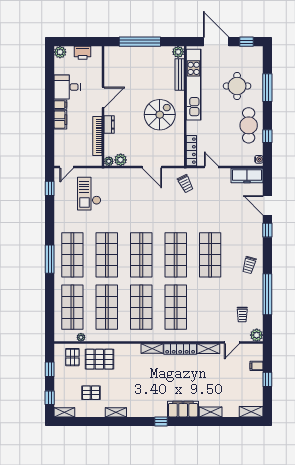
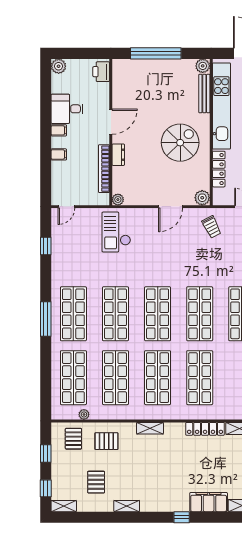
printer: (83, 53) -> (101, 72), moved, turned 90
filing cabinet: (60, 120) -> (59, 154), width x0.50
locker: (191, 151) -> (219, 169), moved
plant: (121, 160) -> (202, 198), moved
door: (152, 167) -> (171, 207), hinge flipped
window: (50, 188) -> (46, 246), moved
checkout: (89, 194) -> (116, 232), moved
shelving: (152, 349) -> (150, 428), moved
pallet: (99, 359) -> (106, 441), width x0.67, depth x0.71
pallet: (91, 393) -> (96, 482), turned 90

